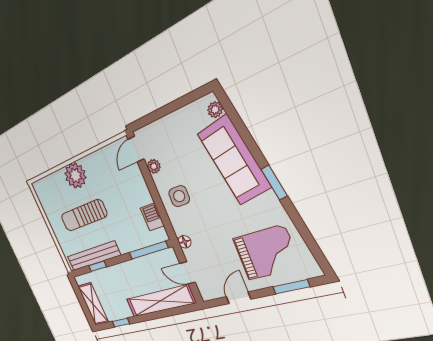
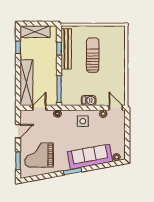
plant: (75, 176) -> (117, 62), removed
barbecue: (152, 217) -> (89, 100), moved
grand piano: (266, 253) -> (39, 155), turned 90
door: (238, 298) -> (18, 131), hinge flipped

